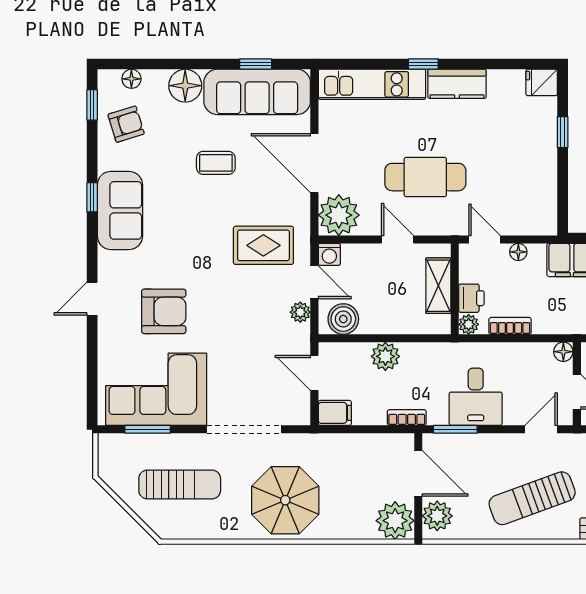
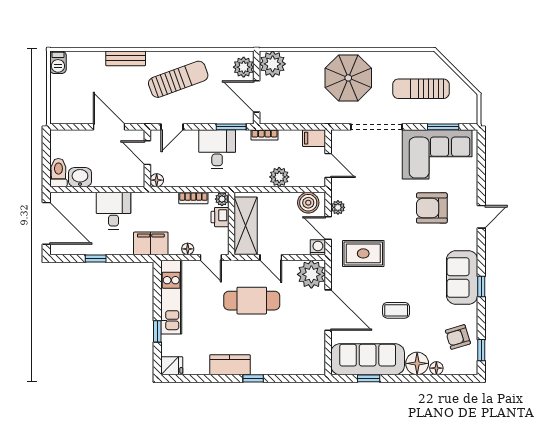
floor lamp: (131, 79) -> (436, 368), moved
kitchen unit: (372, 84) -> (171, 297), moved, turned 90
shelving: (438, 286) -> (246, 226), width x1.50, depth x1.33

